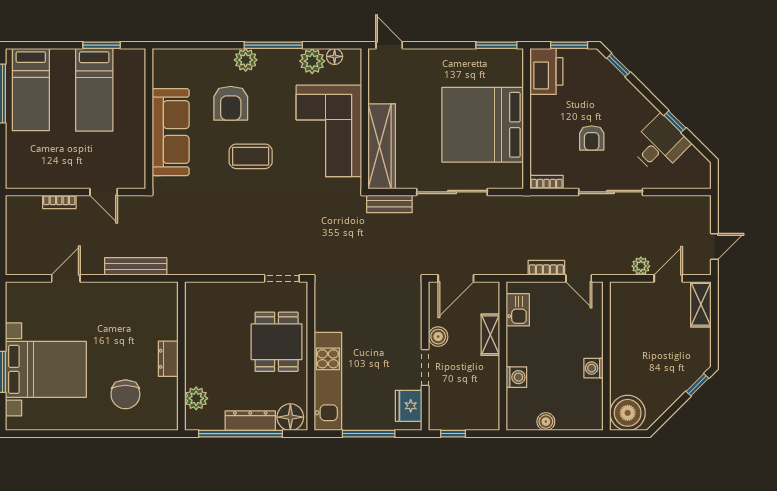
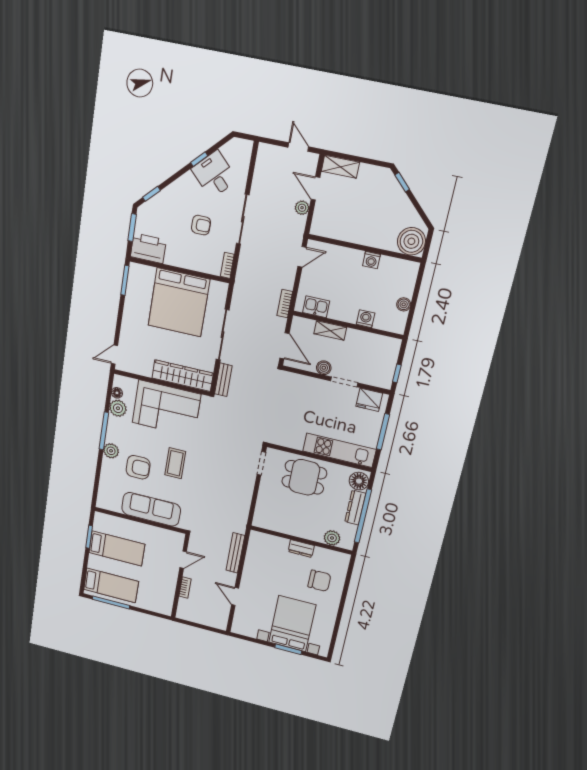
bookcase: (546, 268) -> (285, 304), moved

